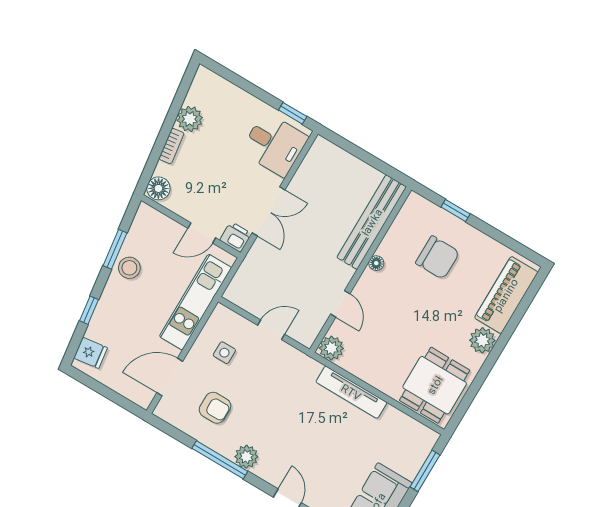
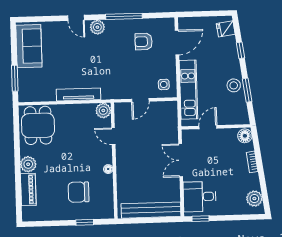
plant: (190, 119) -> (254, 199), moved
bench: (372, 222) -> (151, 210), moved, turned 90
printer: (236, 237) -> (189, 136), removed
piano: (506, 295) -> (28, 190), width x0.73, depth x0.75
side table: (224, 353) -> (164, 84), moved
plant: (246, 457) -> (97, 27), moved

